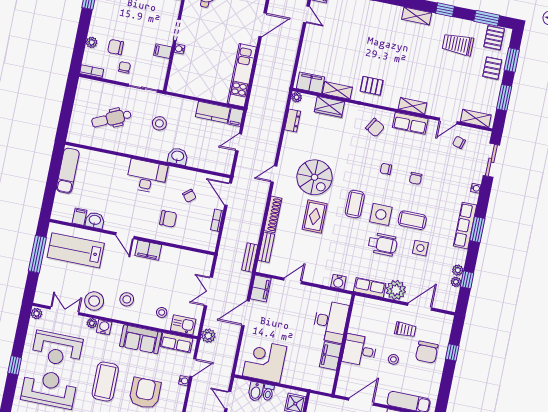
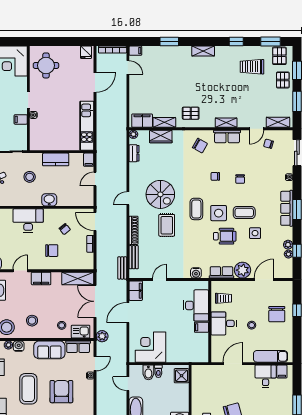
shelving: (417, 16) -> (203, 51), moved
kitchen counter: (213, 112) -> (56, 159), moved
door: (125, 236) -> (20, 271), swing flipped
shelving: (193, 259) -> (78, 278), added
double door: (208, 292) -> (95, 301), width x1.37
trolley: (405, 330) -> (223, 298), moved
filing cabinet: (330, 356) -> (201, 327), width x0.50

